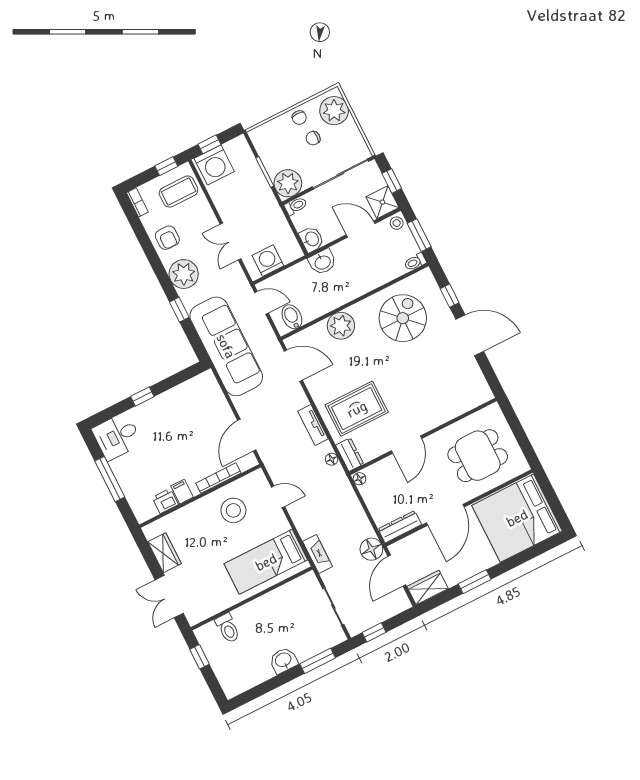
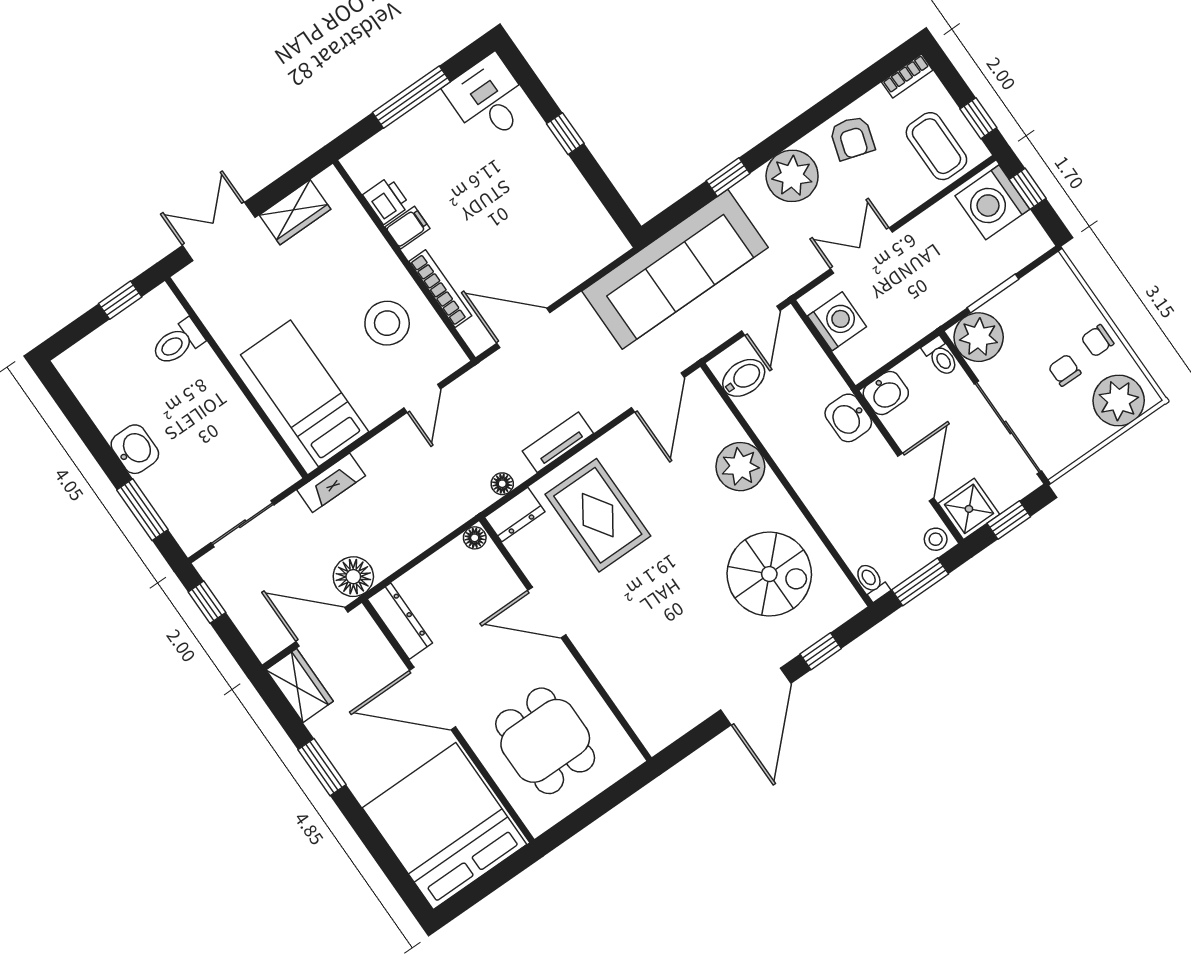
armchair: (167, 238) -> (852, 138), turned -73

